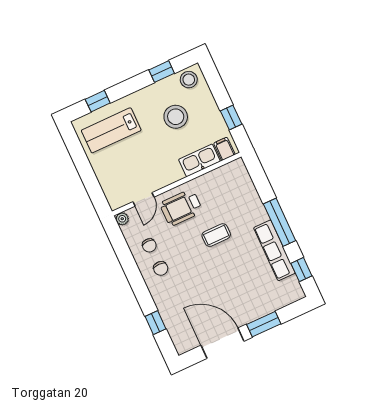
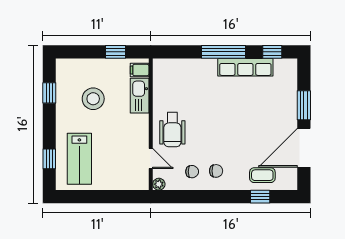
stool: (189, 80) -> (67, 73), removed
coffee table: (216, 235) -> (262, 175), moved, turned 90

